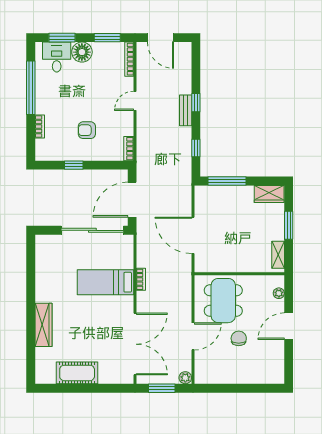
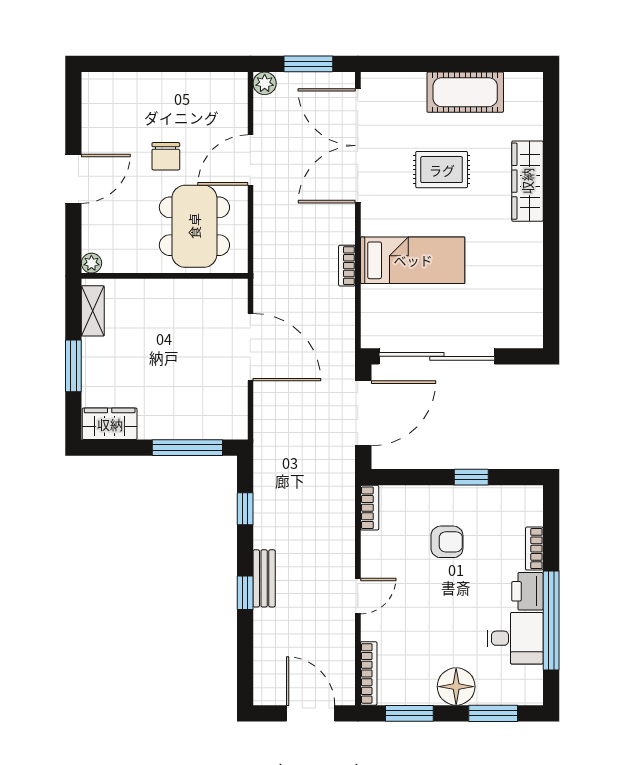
desk: (57, 57) -> (515, 638), moved, turned -90
printer: (43, 103) -> (527, 591), added
plant: (279, 293) -> (91, 263), moved
rug: (90, 331) -> (442, 170), added

